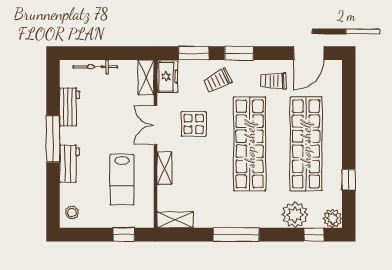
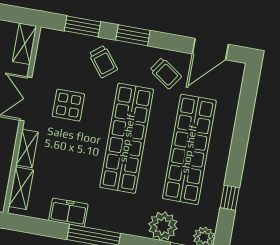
freezer: (168, 77) -> (68, 212), moved, turned -90
trolley: (217, 81) -> (103, 62), turned -102
trolley: (273, 81) -> (166, 73), turned -145
shelving: (175, 220) -> (21, 188), moved, turned 90

